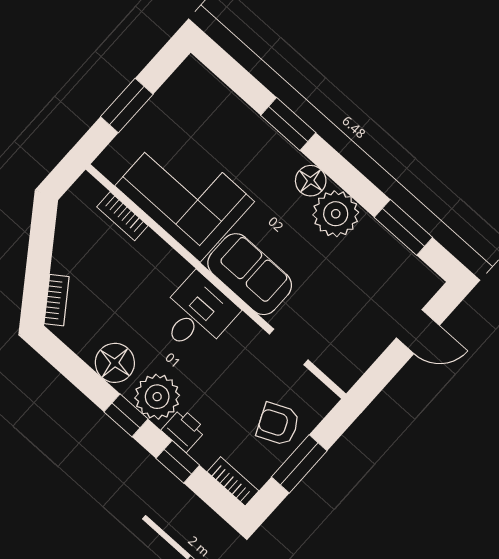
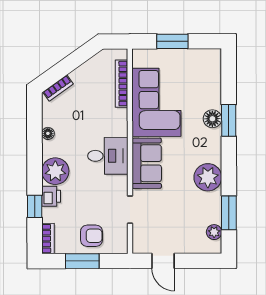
floor lamp: (311, 181) -> (212, 119), moved
bookcase: (122, 216) -> (121, 84), width x1.56
plant: (411, 267) -> (214, 232), added
door: (418, 332) -> (163, 261), moved
floor lamp: (115, 363) -> (48, 133), width x0.53, depth x0.53
window: (126, 415) -> (35, 165), removed
armchair: (278, 424) -> (91, 236), turned 114

